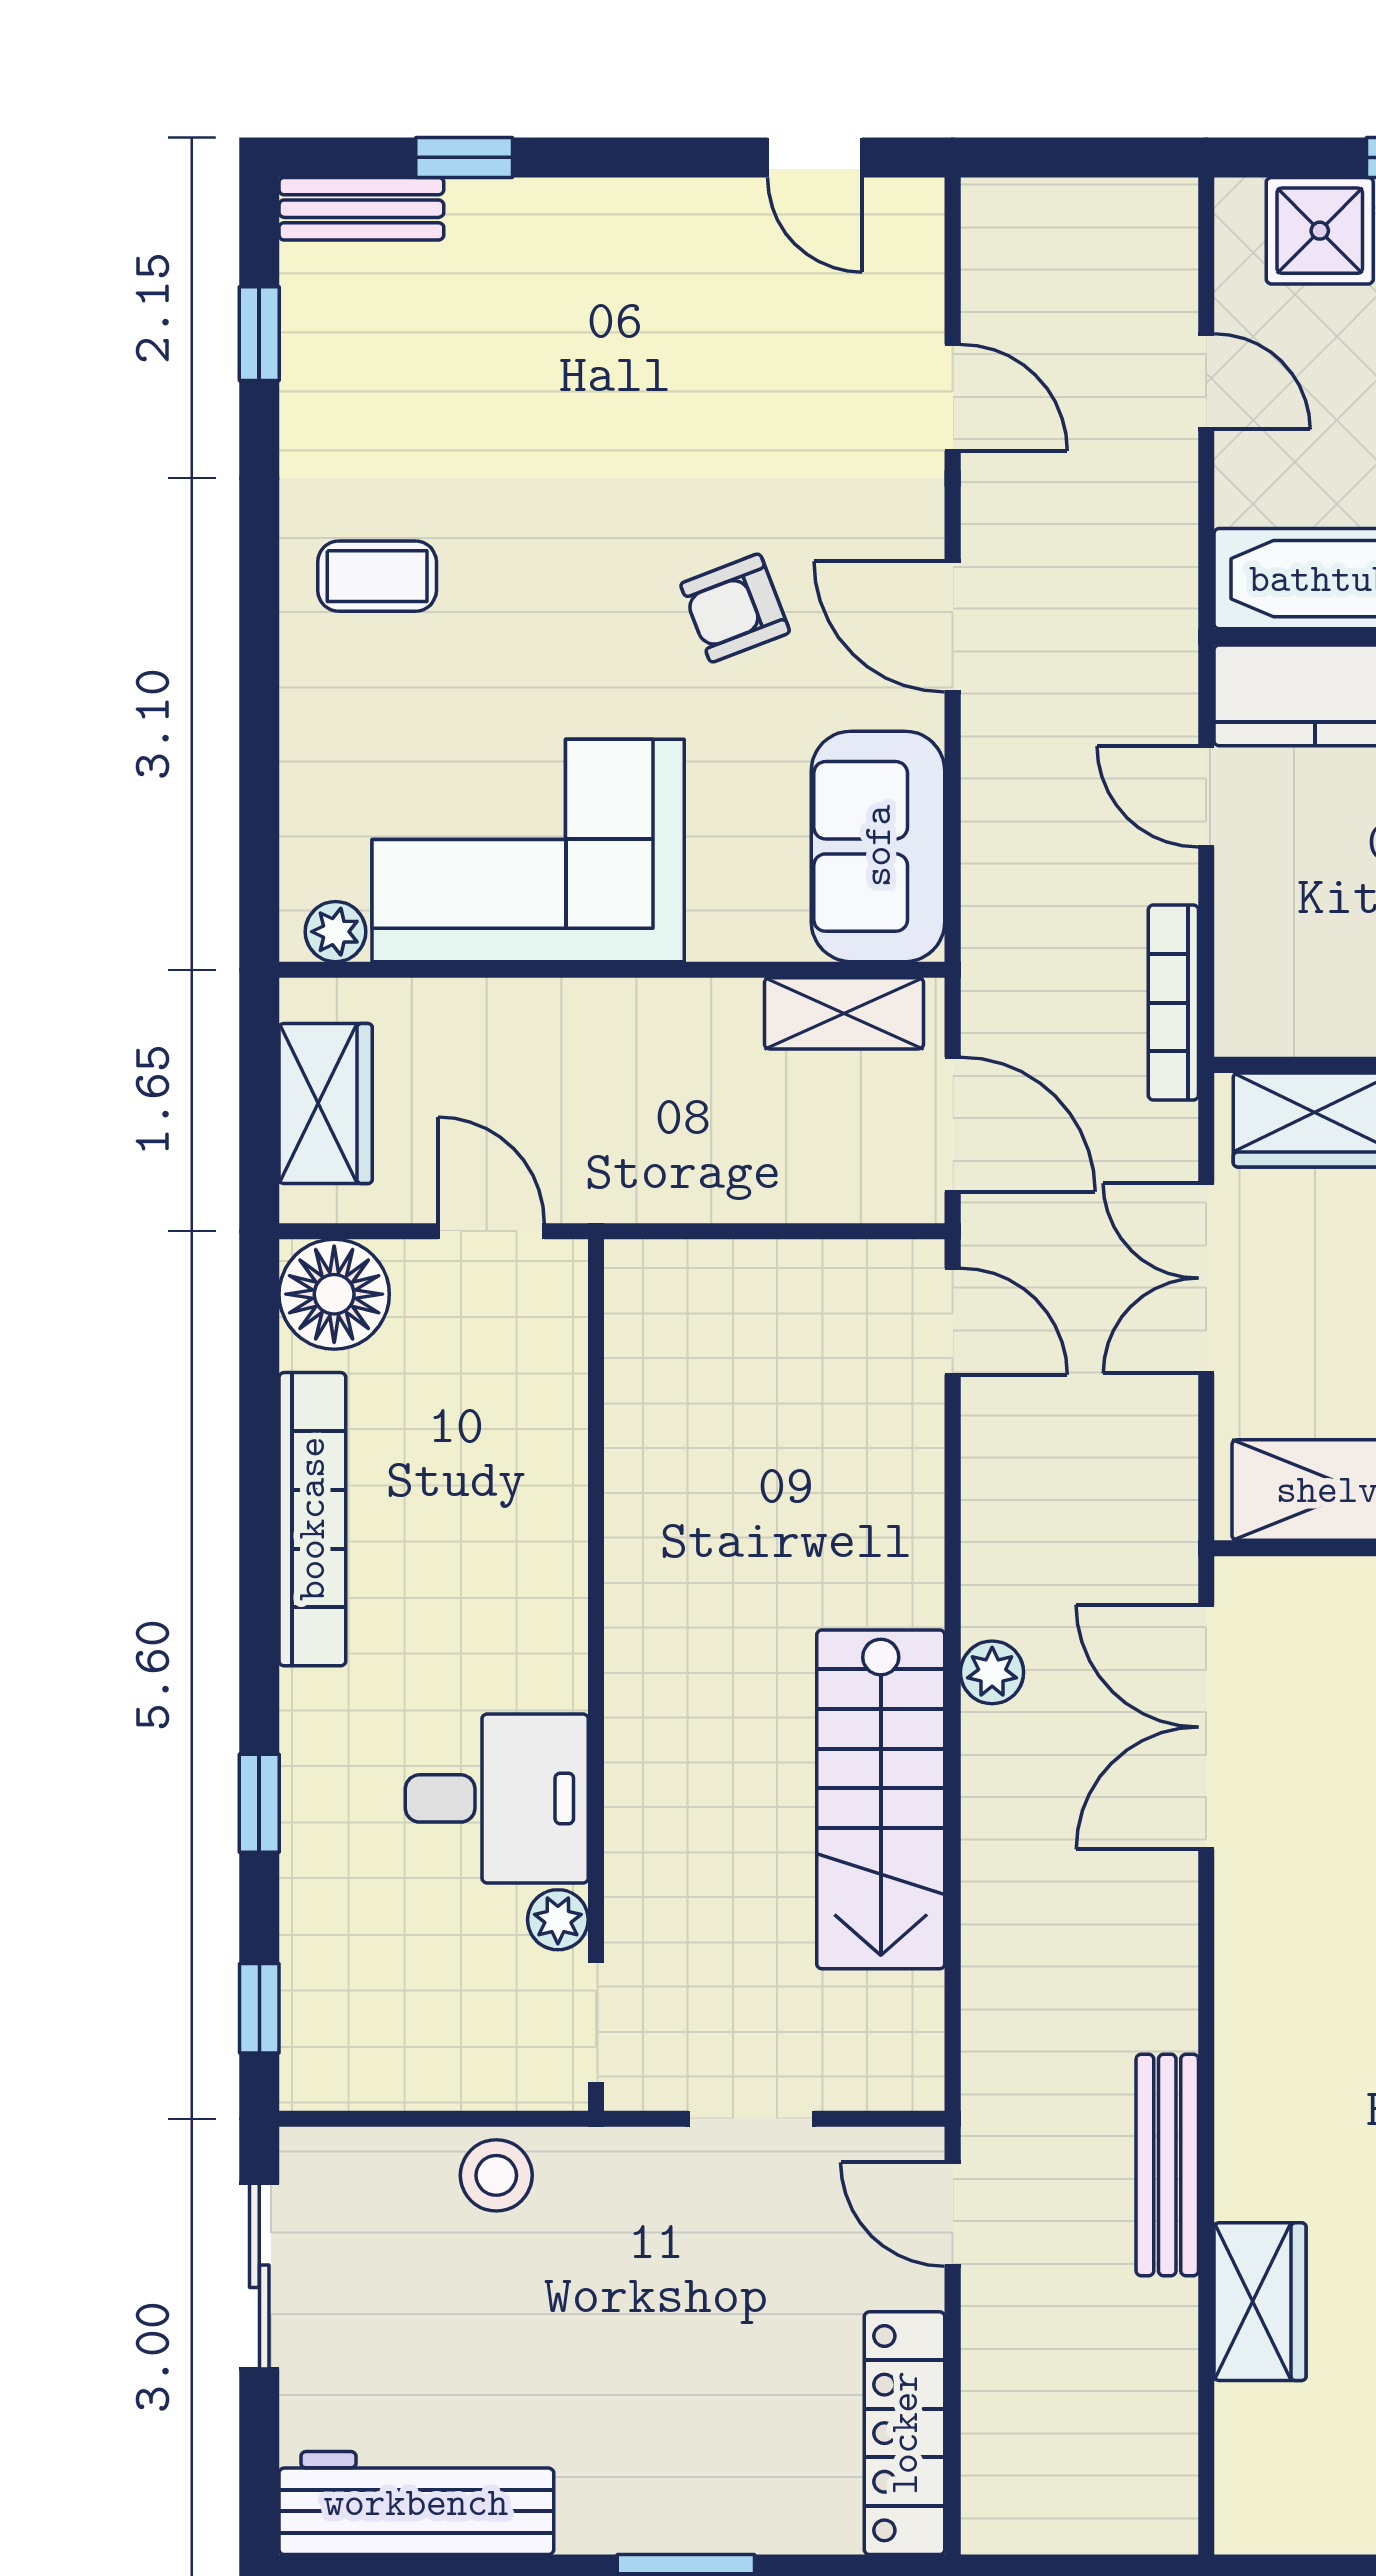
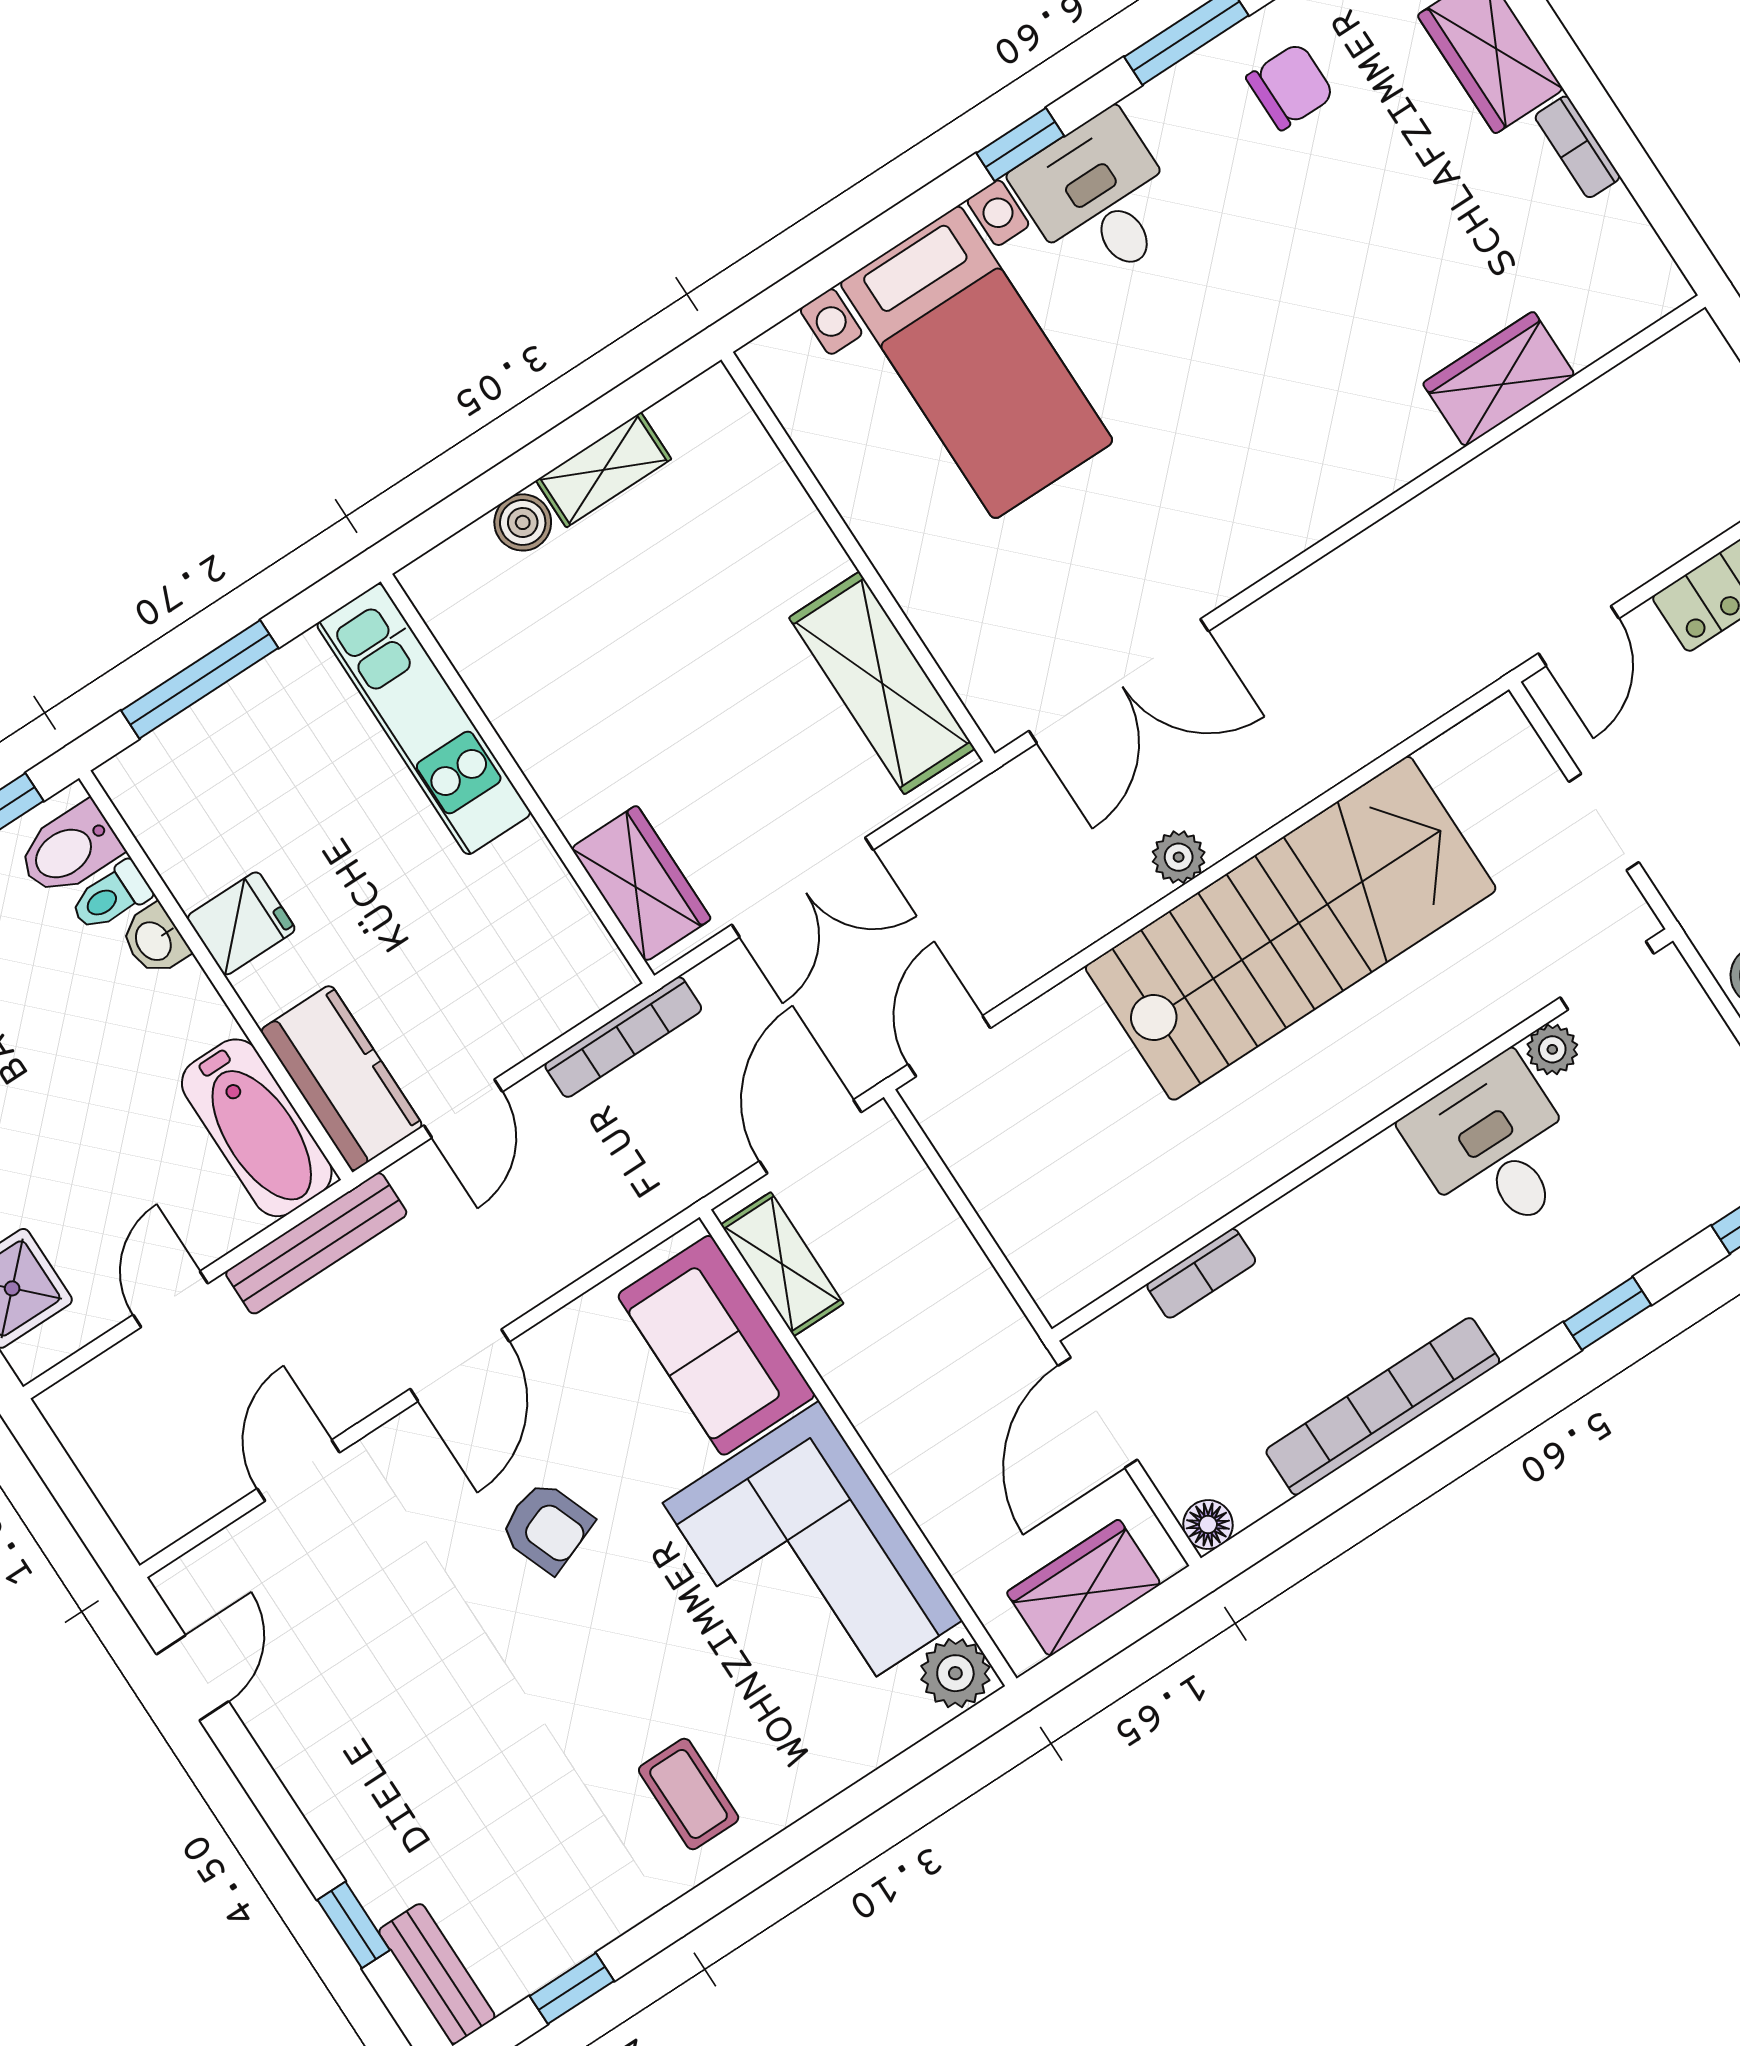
sofa: (878, 846) -> (716, 1345), moved, turned 90
plant: (335, 932) -> (955, 1673), width x1.38, depth x1.38
door: (491, 1231) -> (1098, 1413), width x1.37
floor lamp: (334, 1294) -> (1208, 1525), width x0.53, depth x0.53
bookcase: (563, 1425) -> (1201, 1273), added
stairs: (881, 1799) -> (1291, 928), width x1.36, depth x1.51
bench: (1167, 2165) -> (316, 1243), moved

